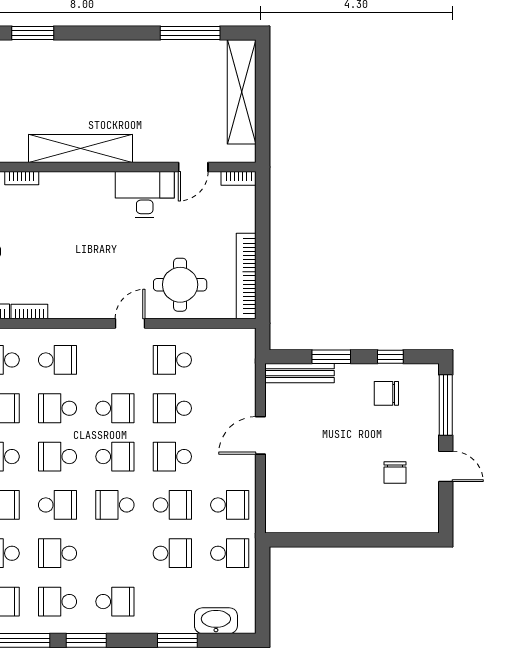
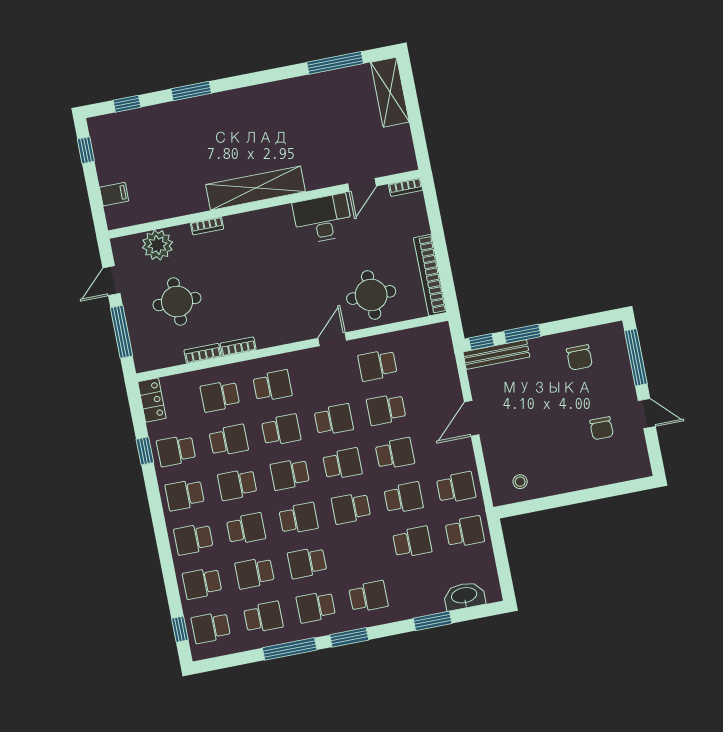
shelving: (242, 92) -> (390, 92), width x0.68
window: (390, 357) -> (481, 342), moved
chair: (386, 393) -> (579, 357), turned -90
school desk: (58, 408) -> (281, 430), turned 180
school desk: (172, 457) -> (395, 454), turned 180
stool: (298, 512) -> (520, 482), added

